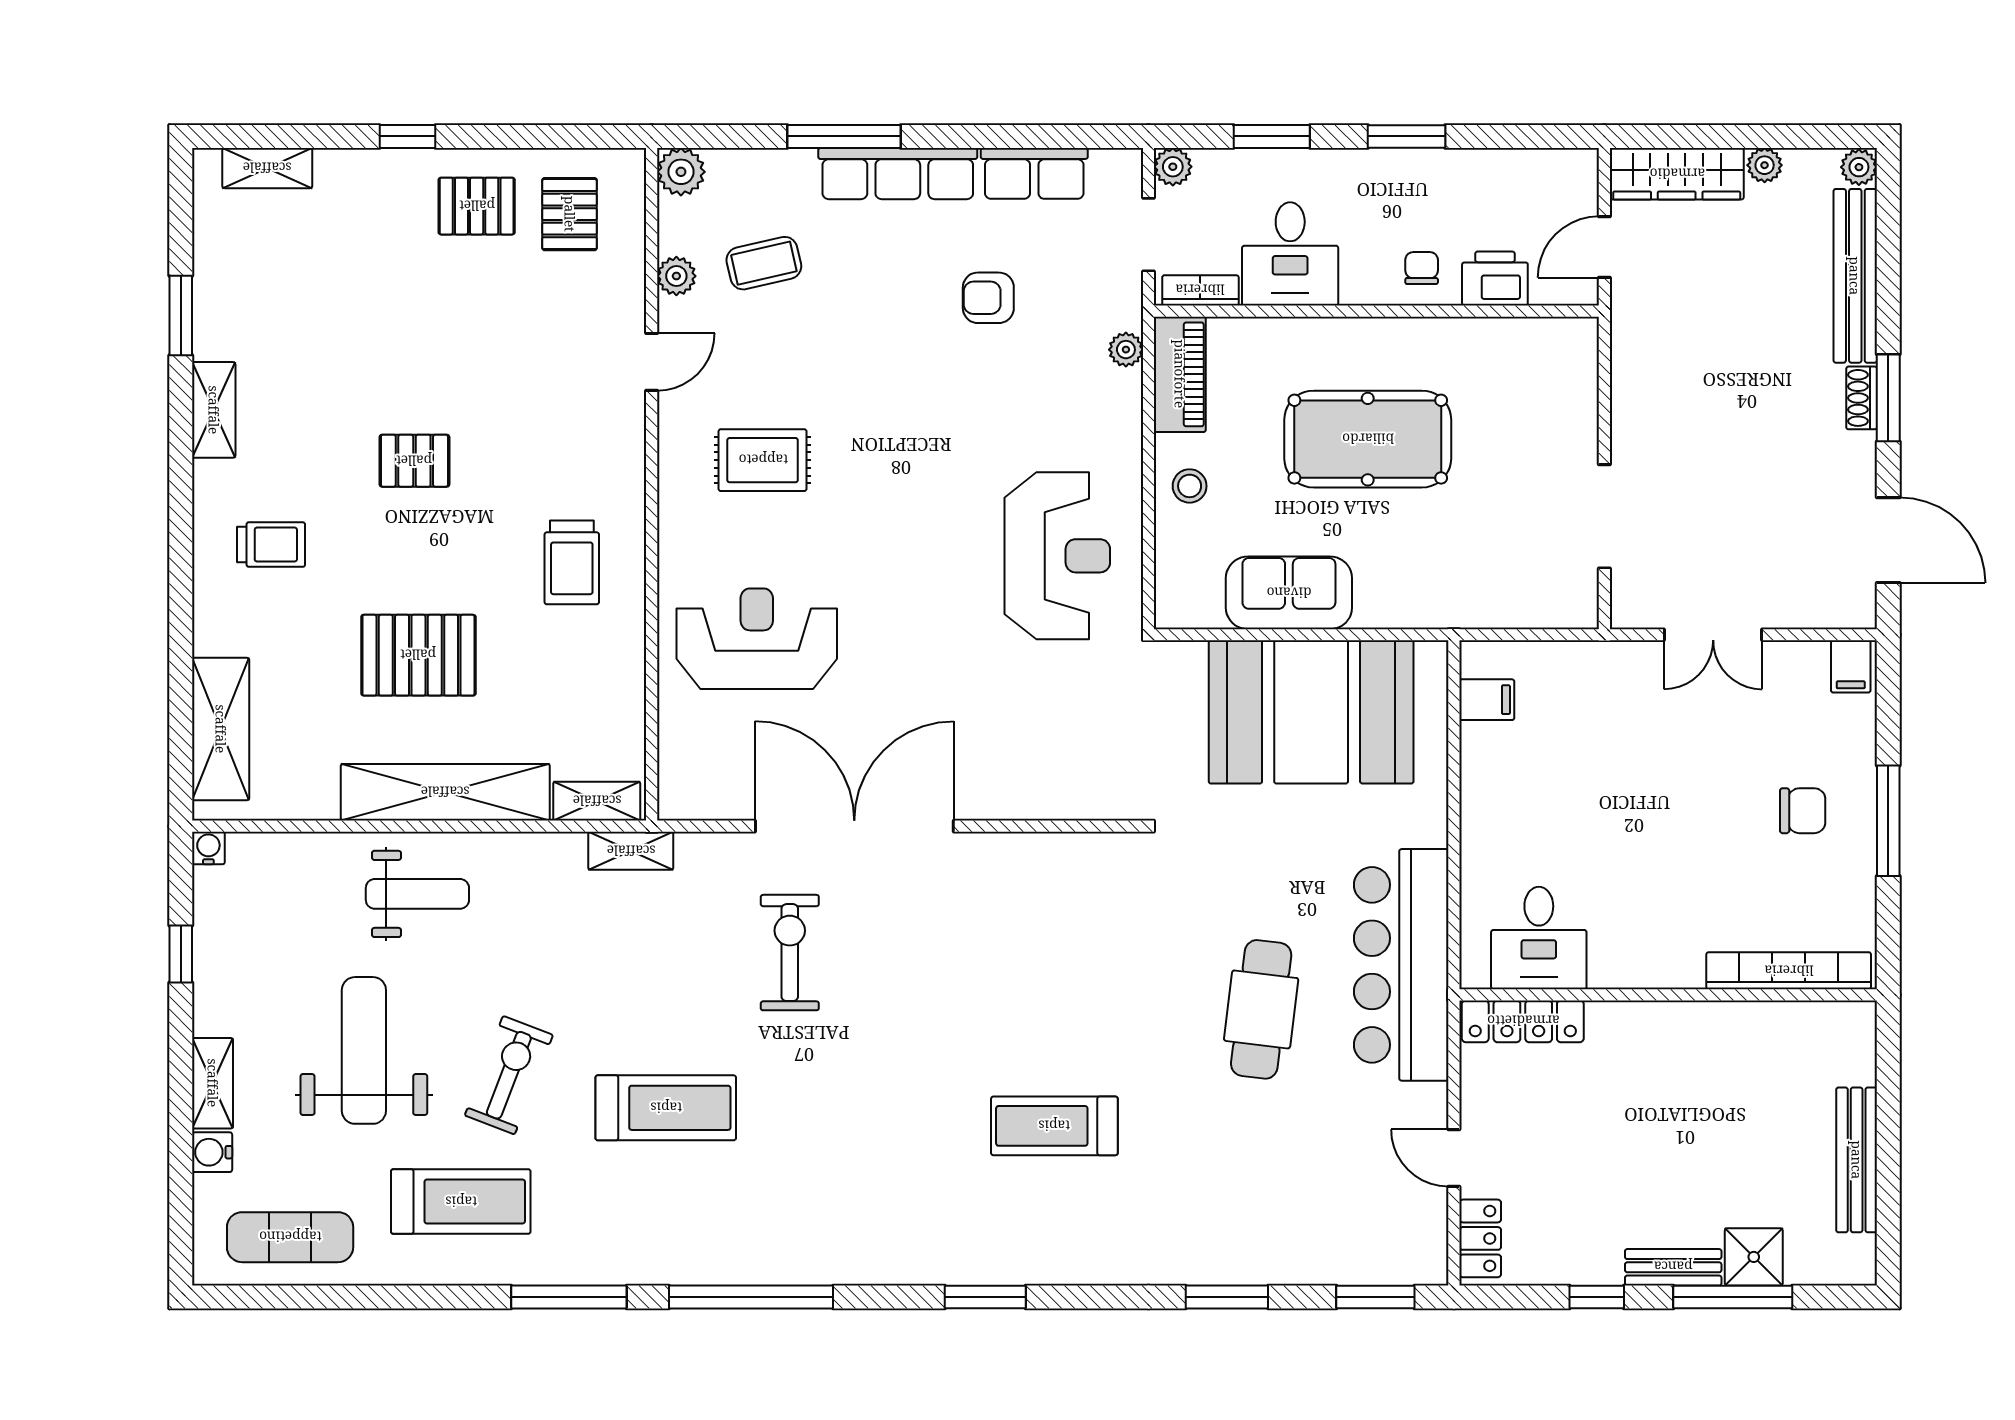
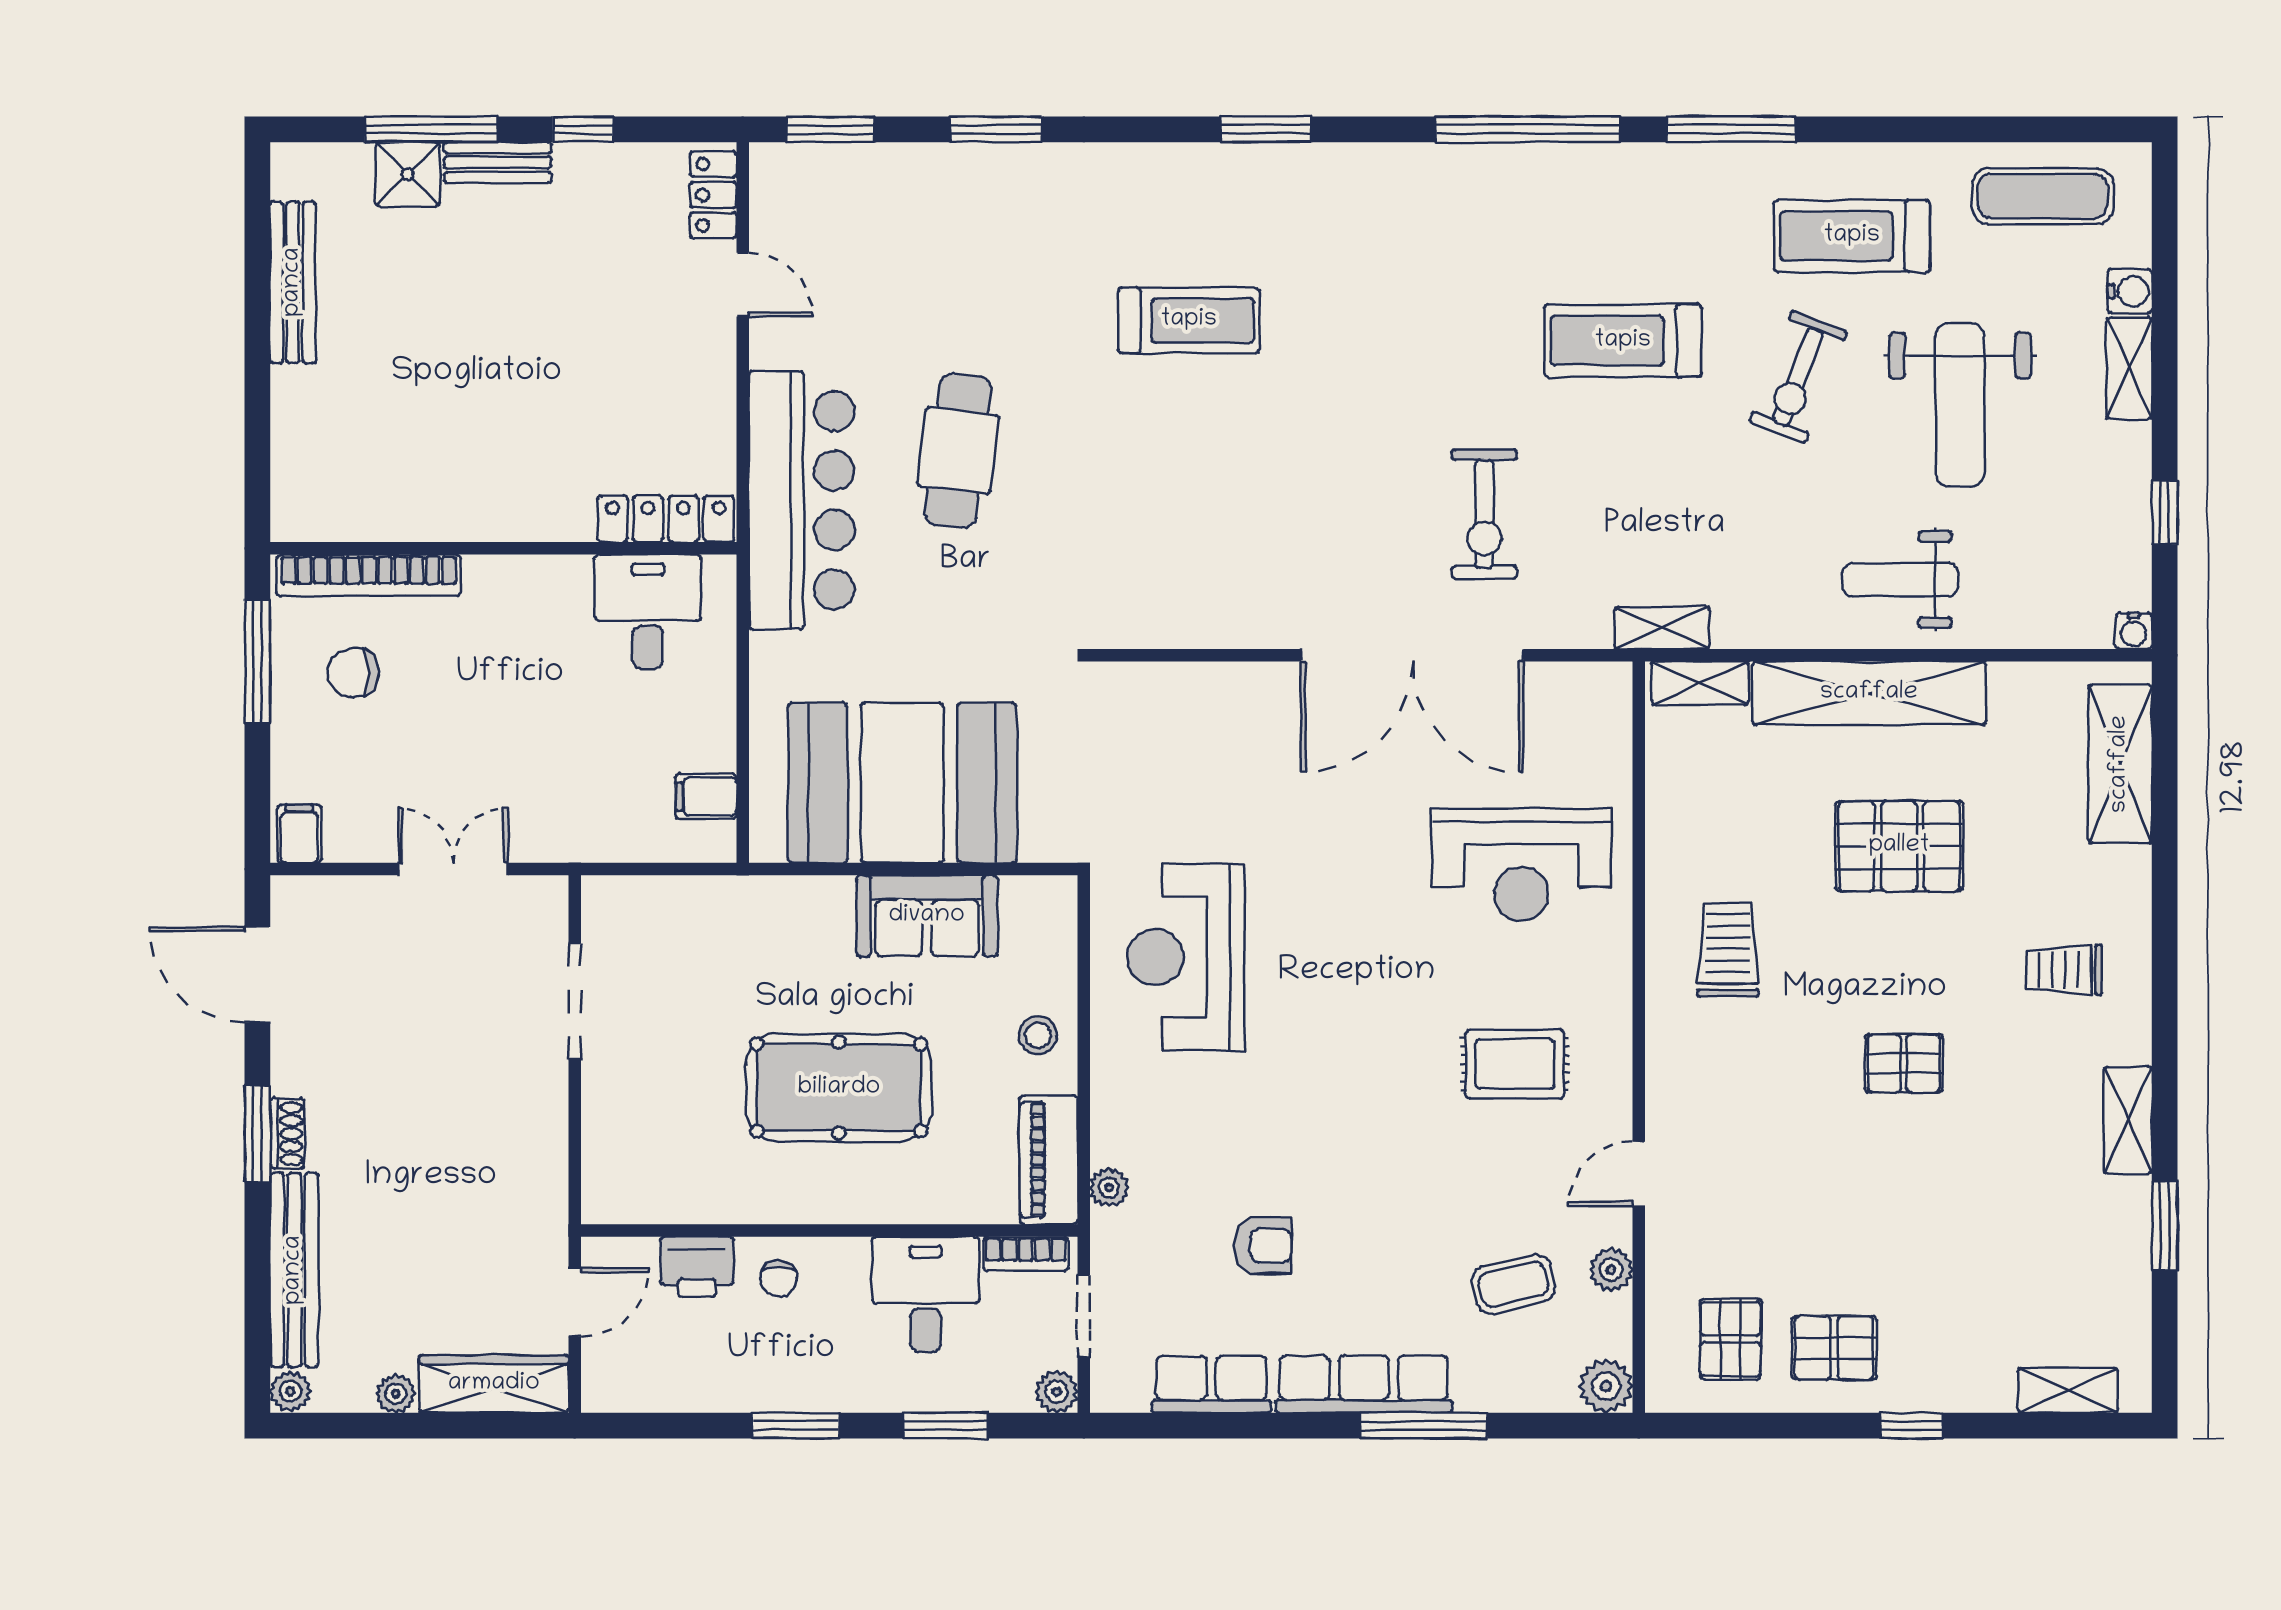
desk: (1539, 938) -> (648, 612), moved
bookcase: (1789, 971) -> (369, 575), moved
wall: (1668, 995) -> (503, 548), moved
locker: (1523, 1021) -> (666, 519), moved

